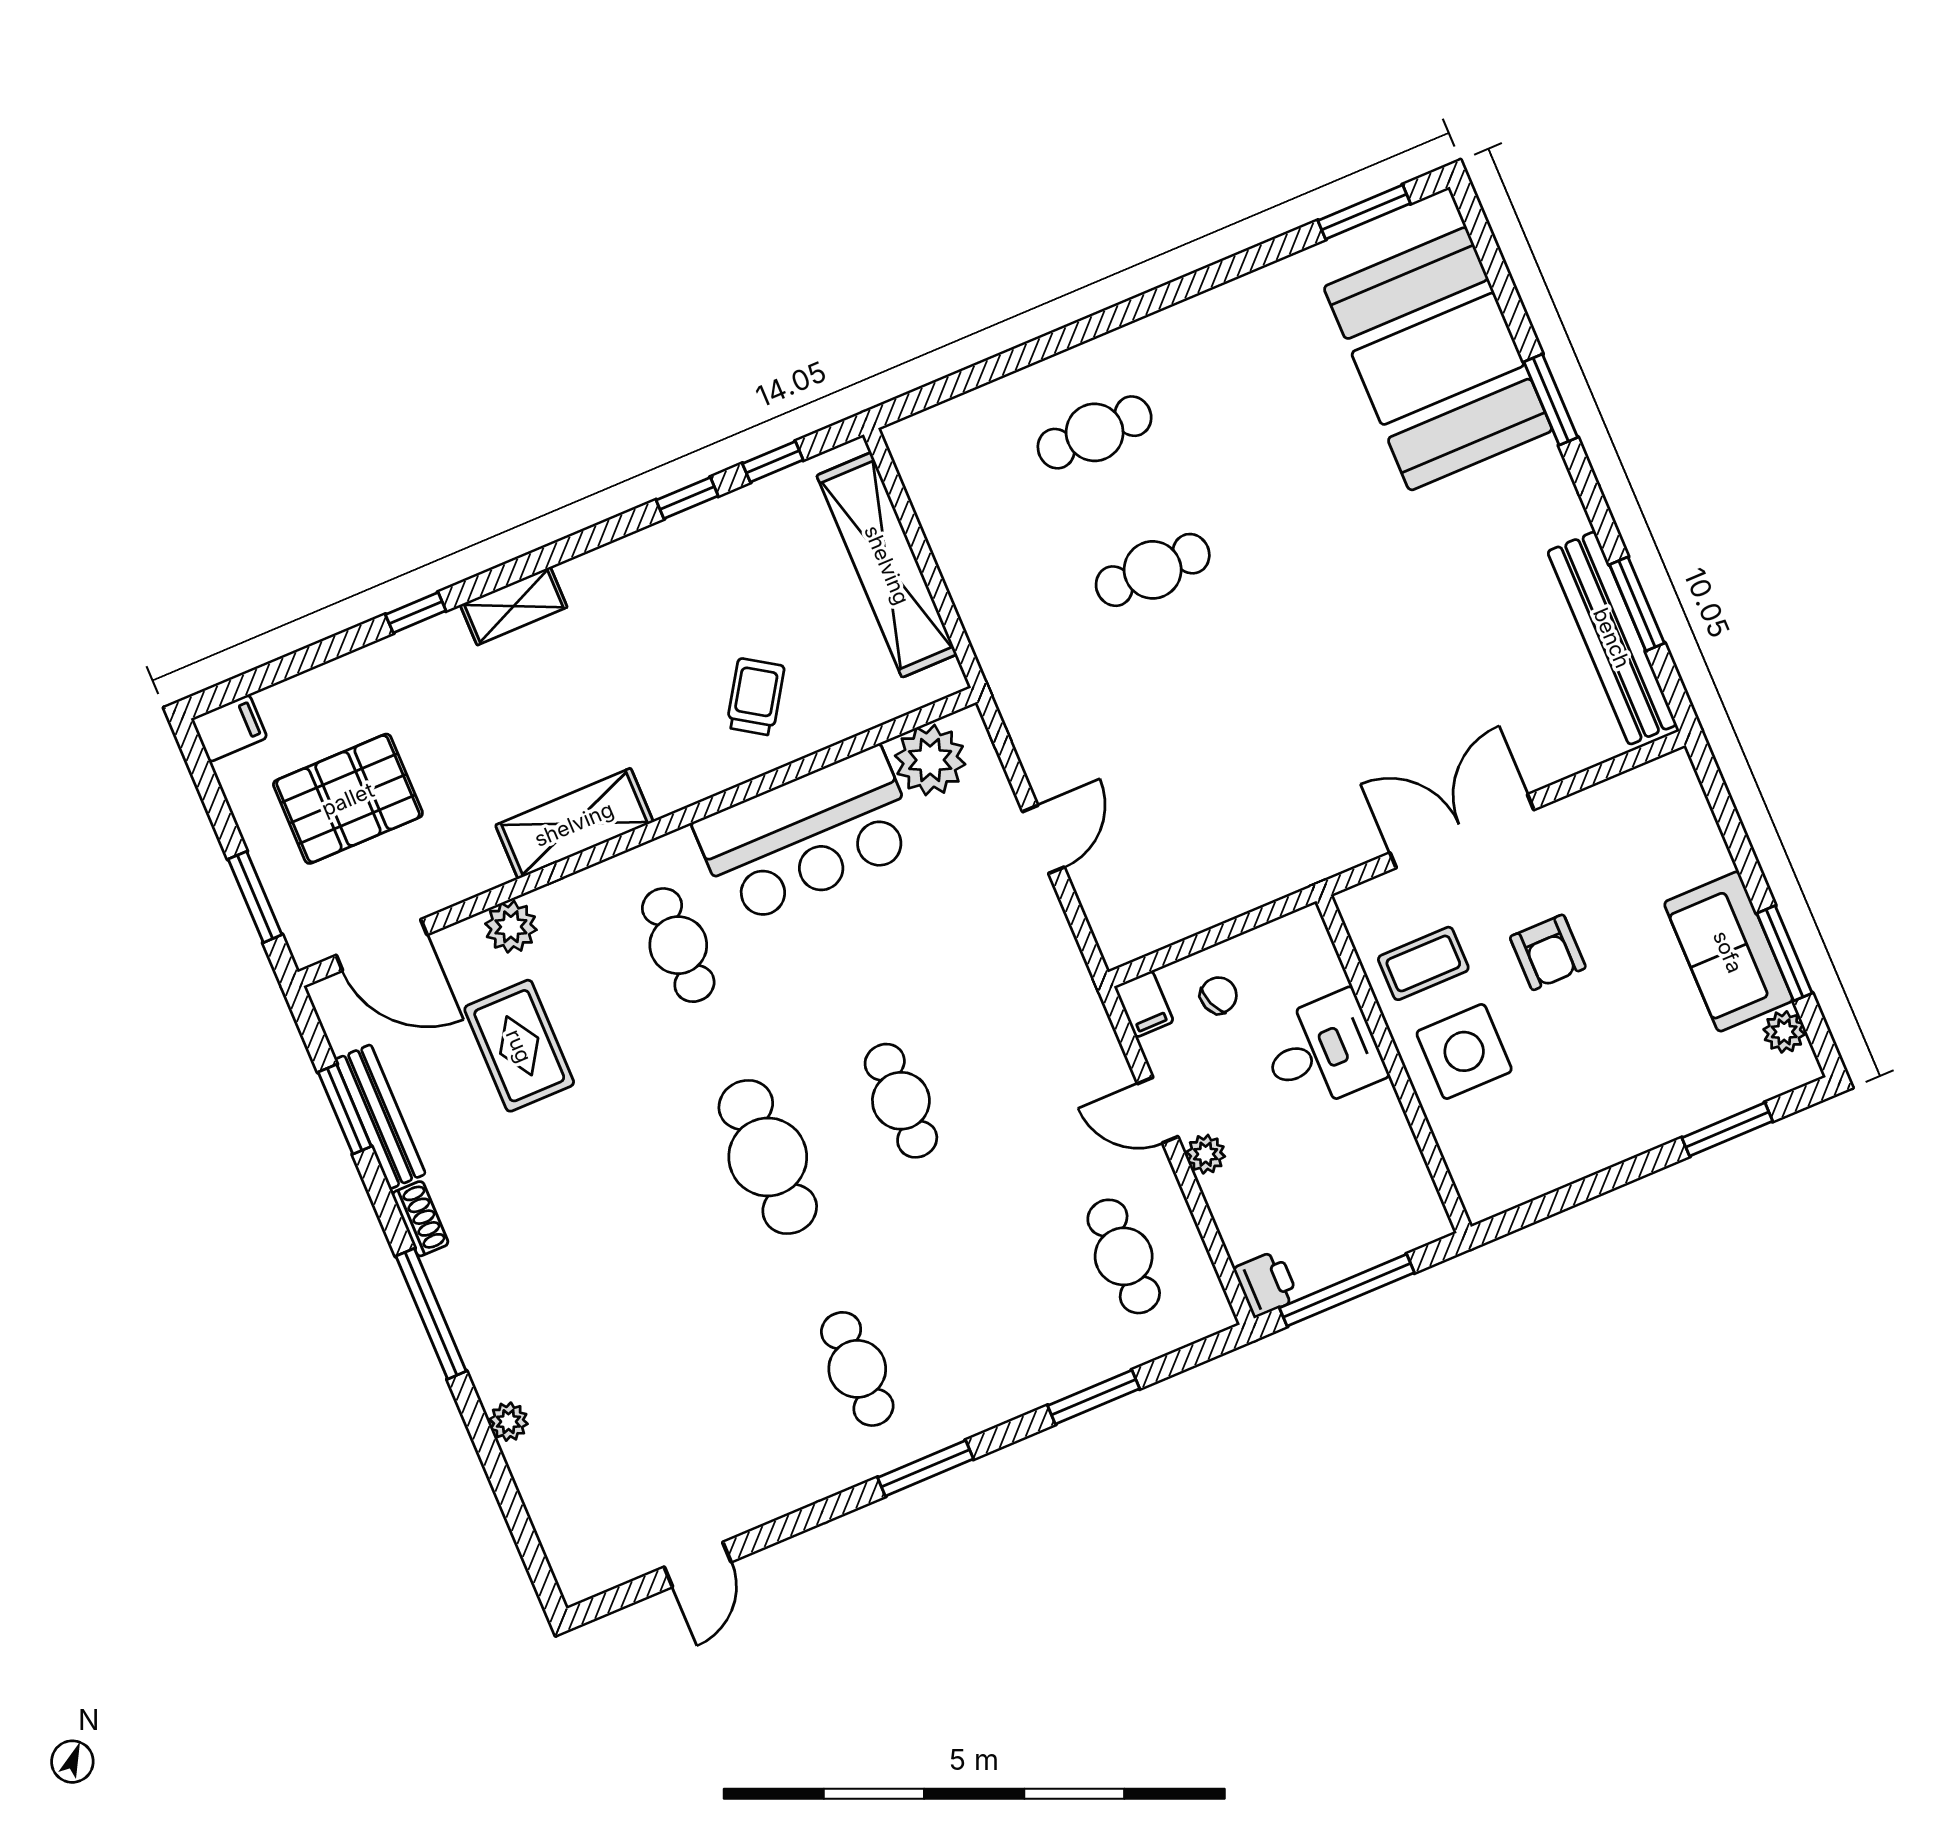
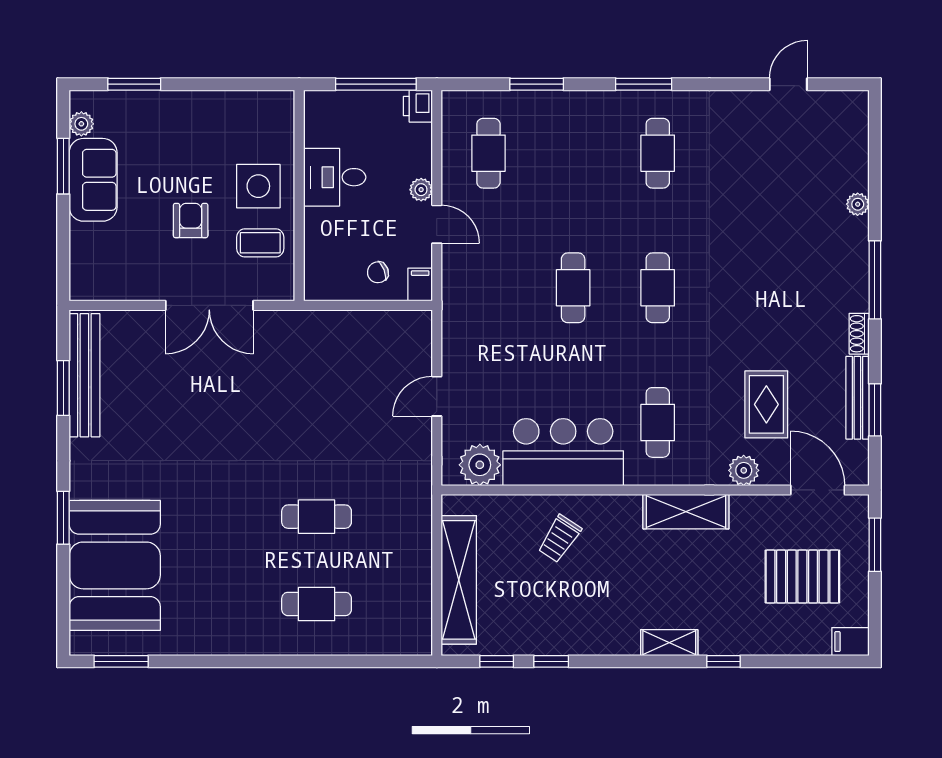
desk: (1323, 1051) -> (335, 177), moved
cafe table: (768, 1157) -> (658, 288), width x0.73, depth x0.74

